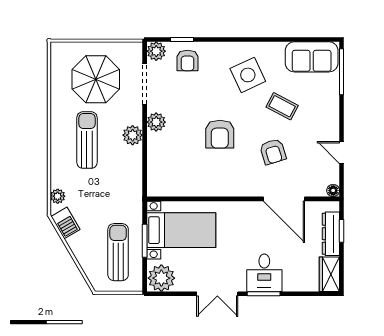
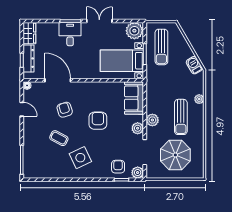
sofa: (312, 57) -> (134, 98), moved, turned -90
plant: (58, 196) -> (199, 99), moved

